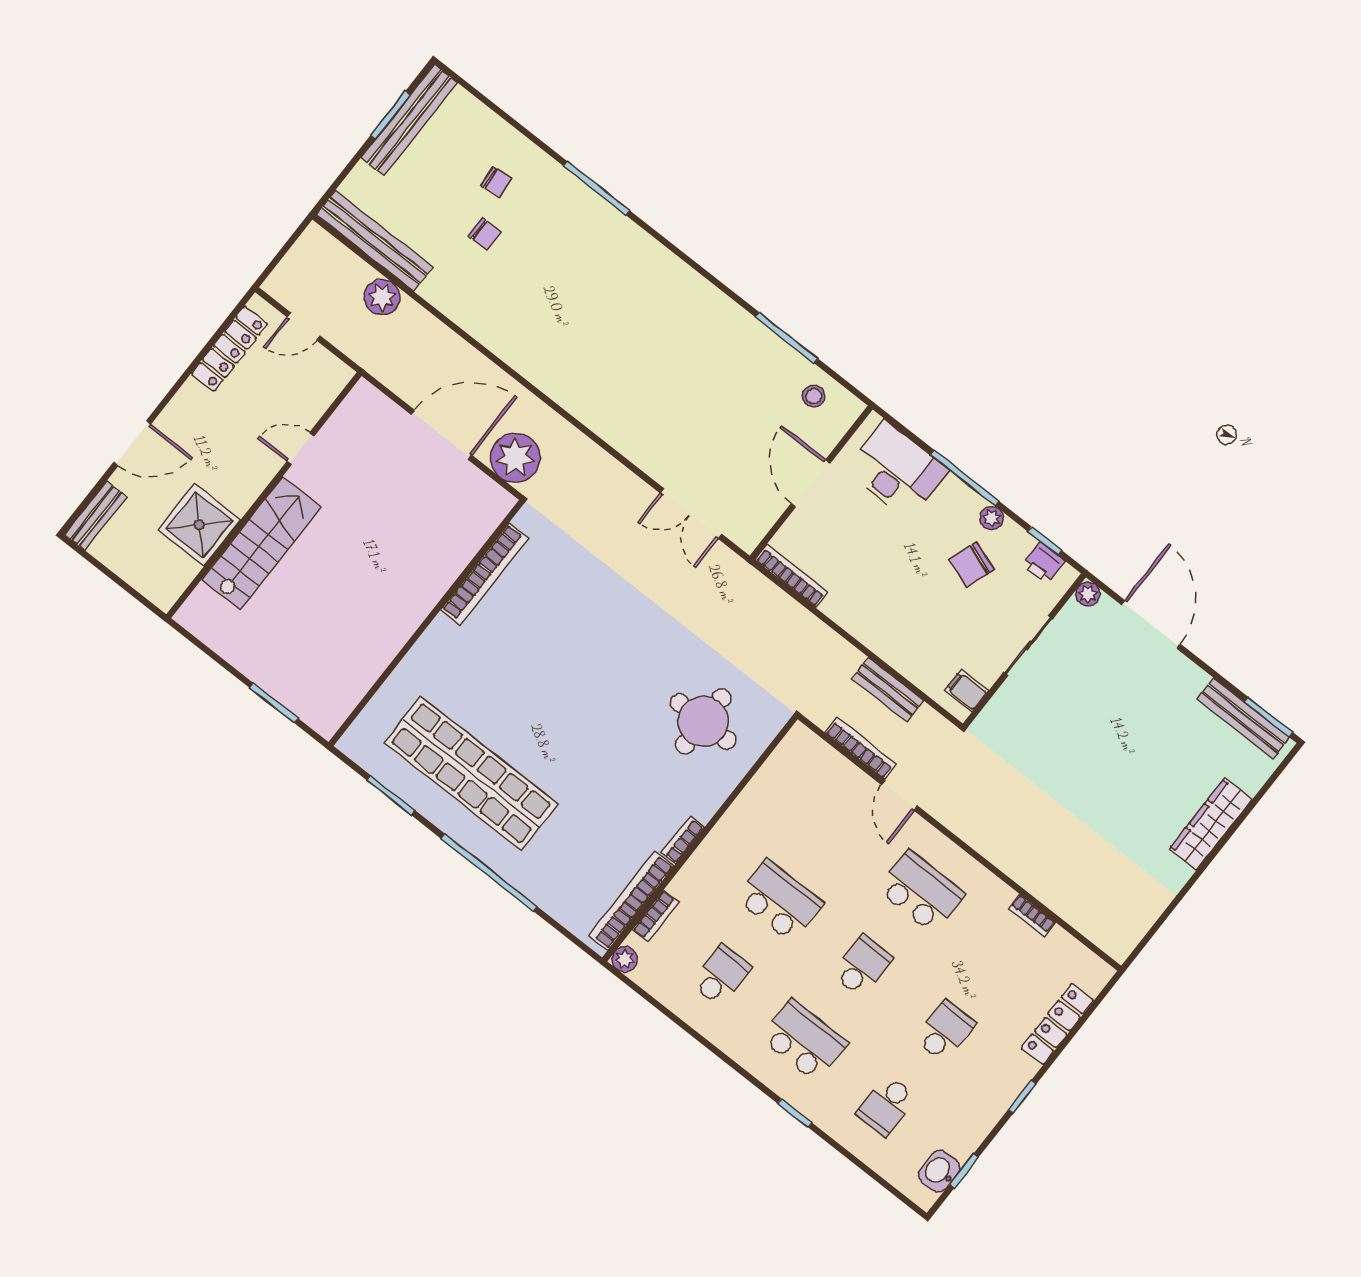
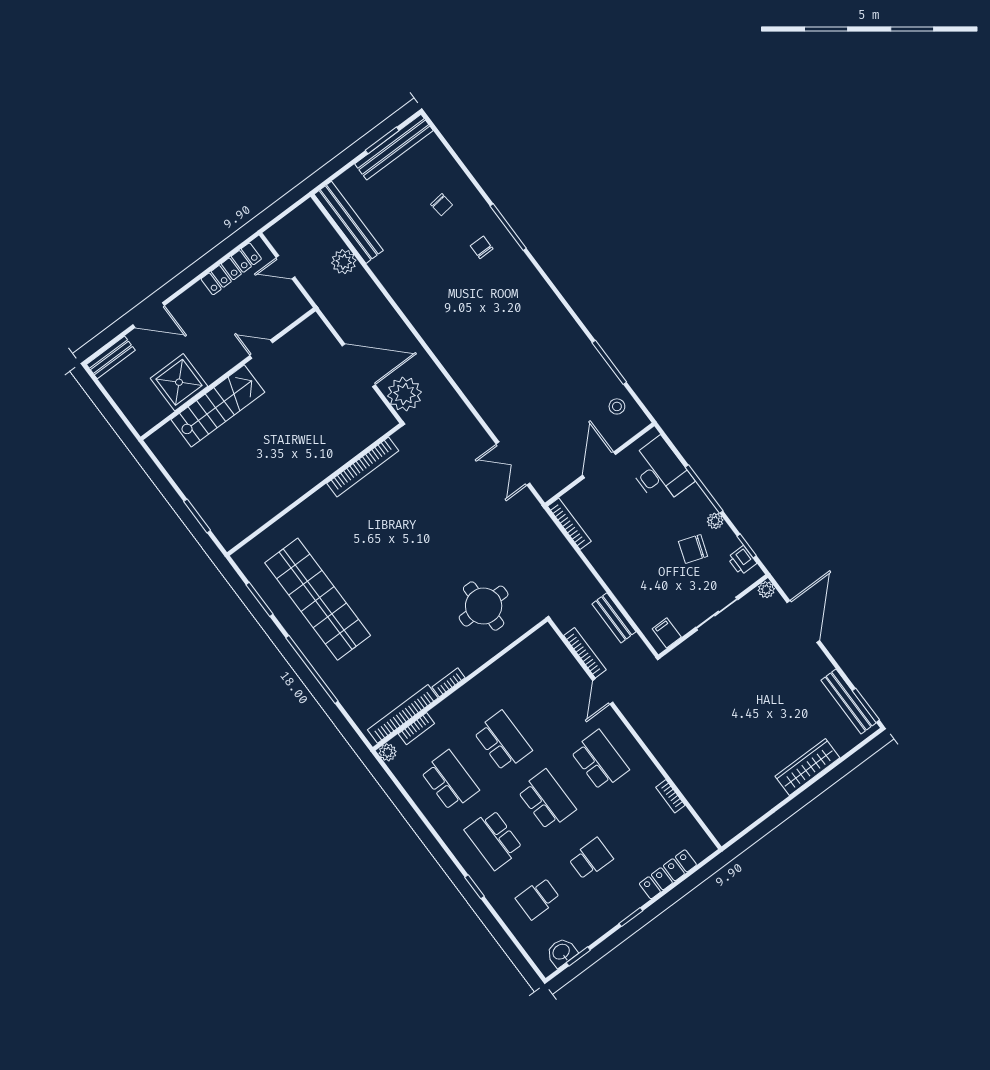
chair: (485, 234) -> (482, 247), moved, turned 180
school desk: (862, 966) -> (547, 800), width x1.85
school desk: (721, 975) -> (450, 781), width x1.85
school desk: (804, 1040) -> (494, 839), turned 180

